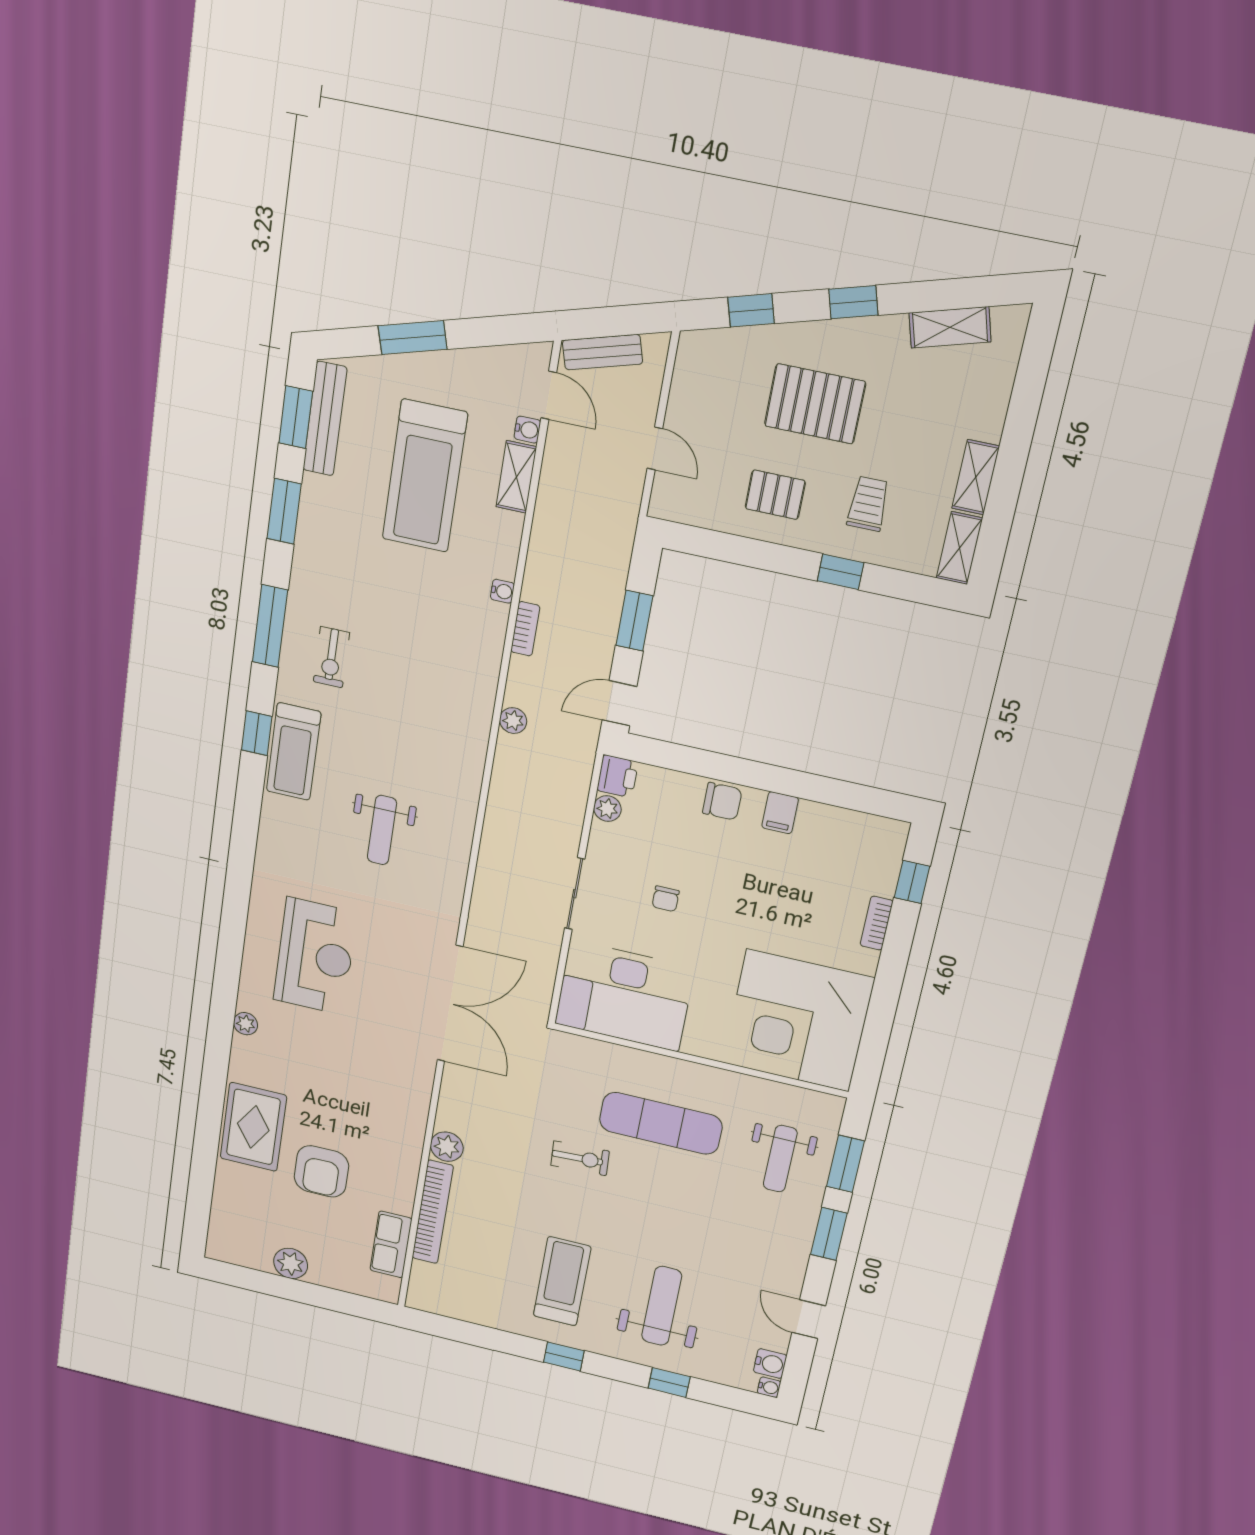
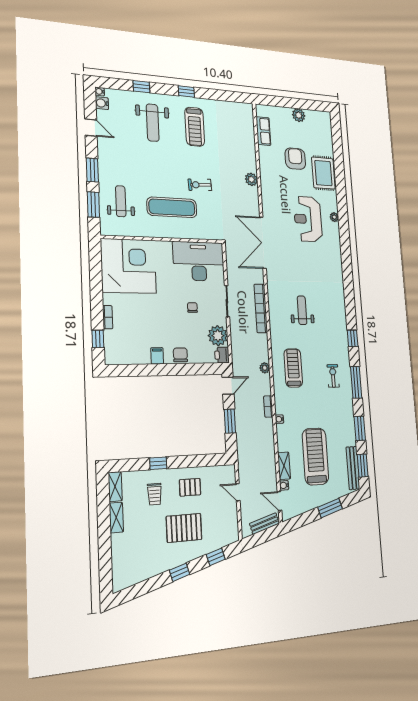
shelving: (950, 327) -> (141, 574), removed
treadmill: (294, 752) -> (293, 368), moved
chair: (722, 801) -> (180, 355), turned 90
plant: (607, 809) -> (218, 336), width x1.88, depth x1.88
reception desk: (315, 956) -> (308, 219), moved
bookcase: (433, 1212) -> (261, 308), moved

